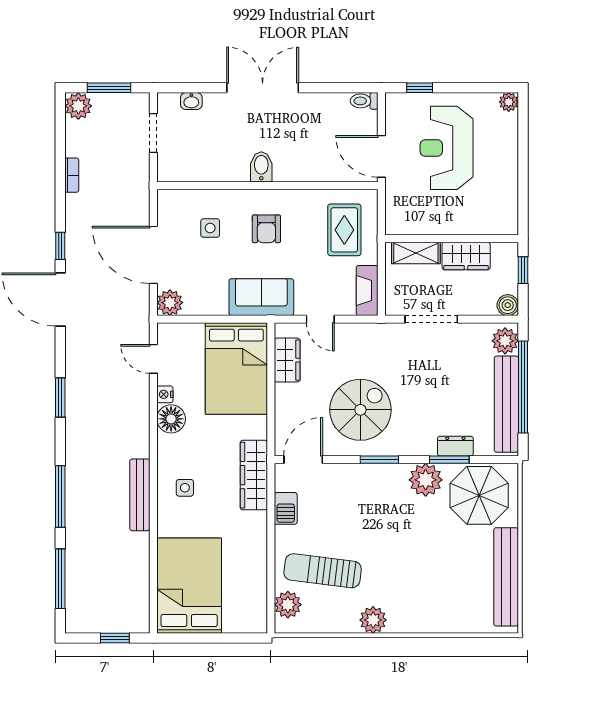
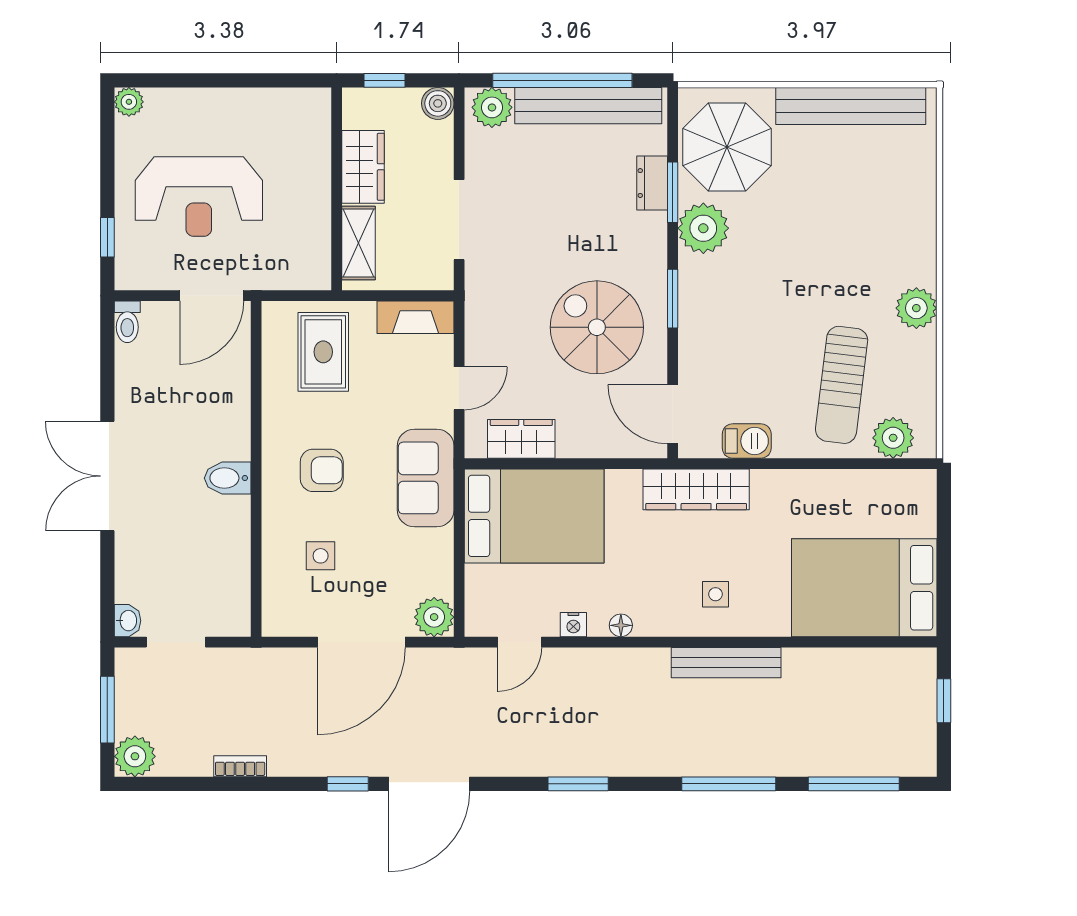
washbasin: (191, 101) -> (128, 621), moved
rug: (344, 230) -> (323, 352), turned 90
floor lamp: (171, 419) -> (621, 625), width x0.53, depth x0.53

